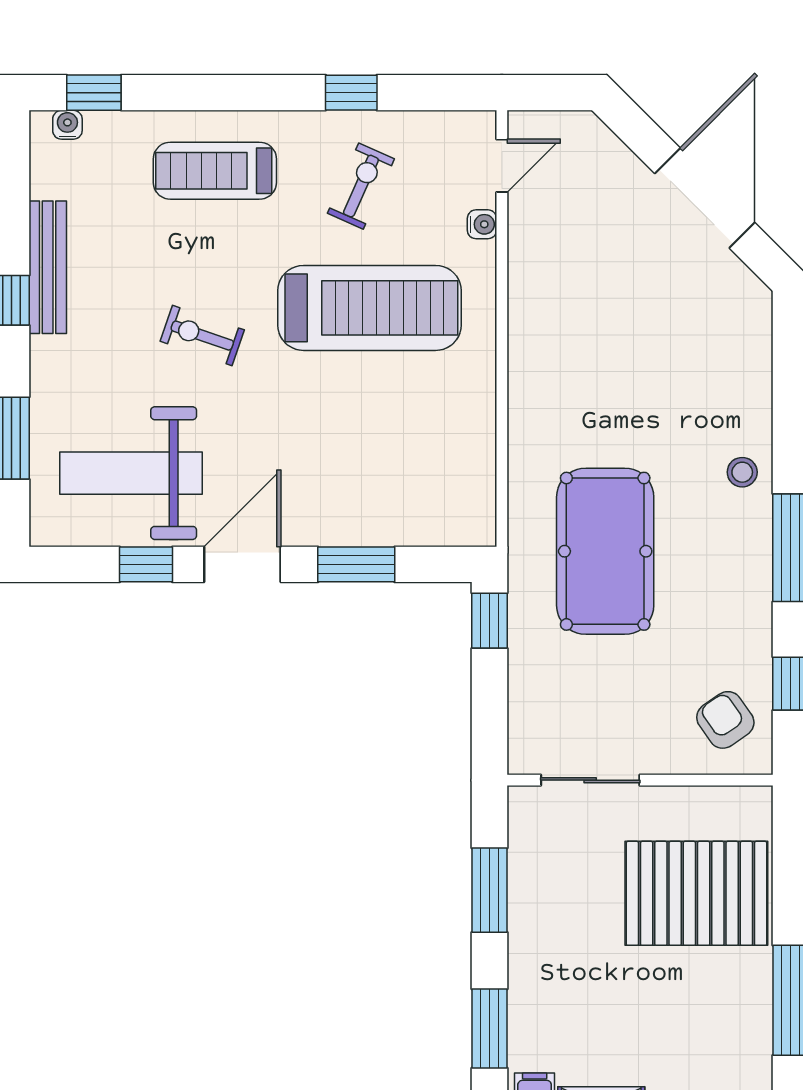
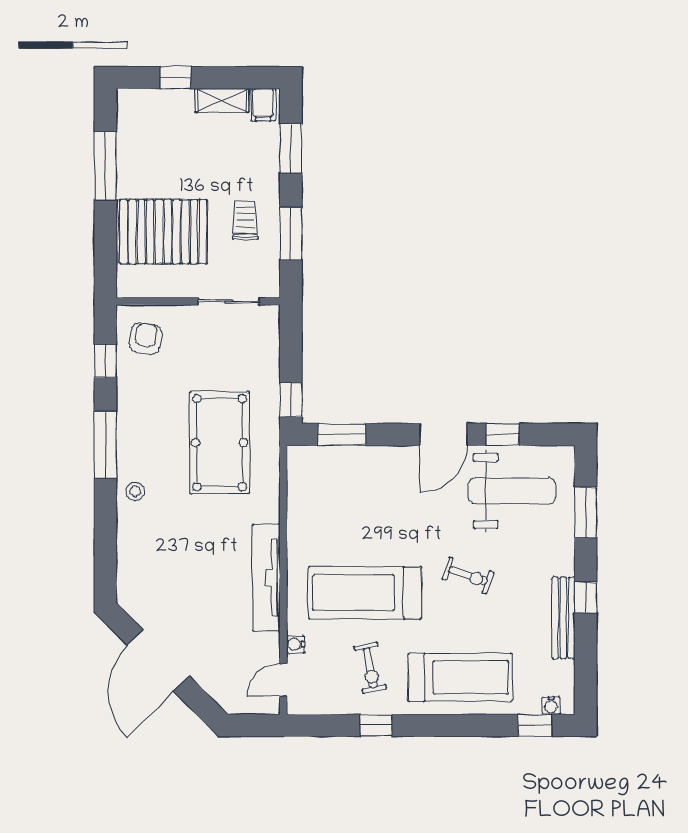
treadmill: (215, 171) -> (460, 677), width x1.37, depth x1.38
exercise bike: (361, 186) -> (370, 668), turned -35
tv unit: (529, 332) -> (266, 578), added
window: (356, 564) -> (342, 434), moved
armchair: (725, 720) -> (145, 339), turned -135
trolley: (564, 912) -> (245, 220), added

